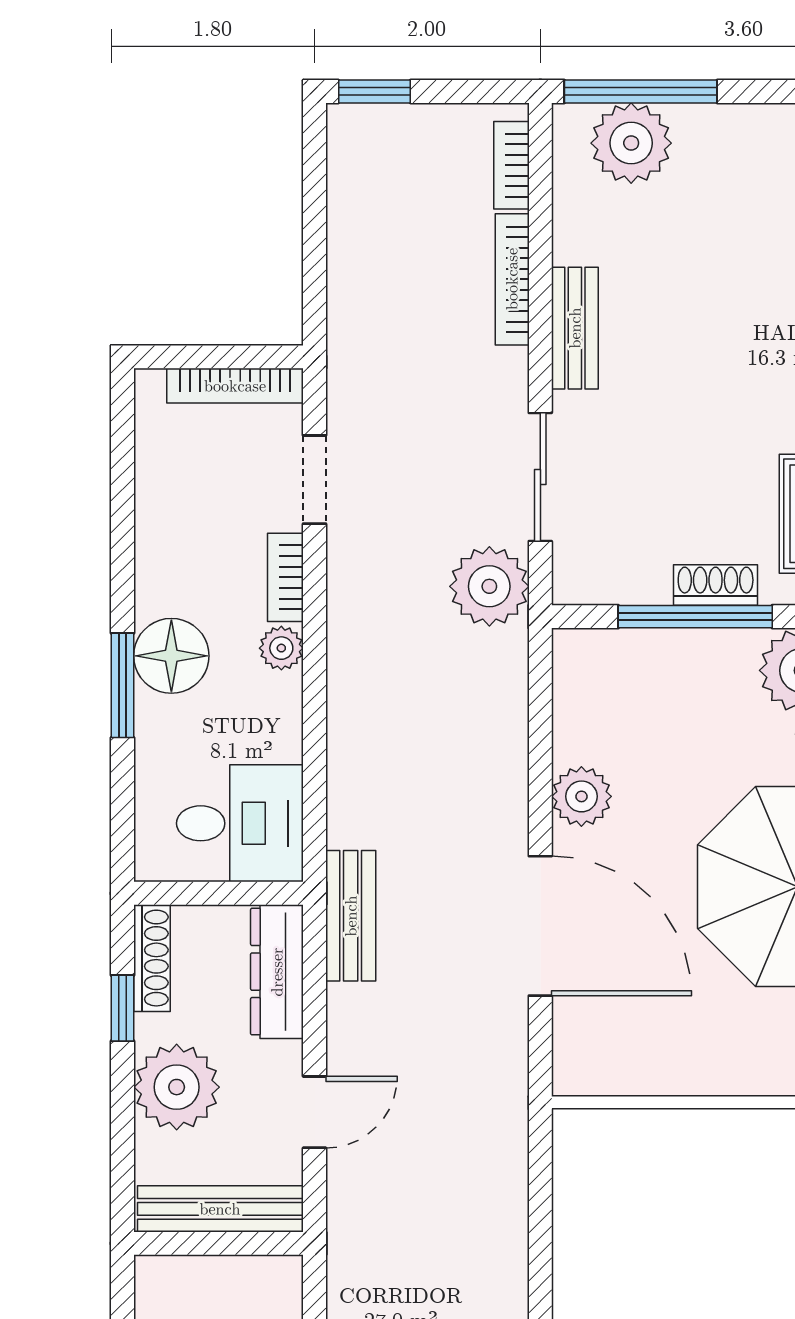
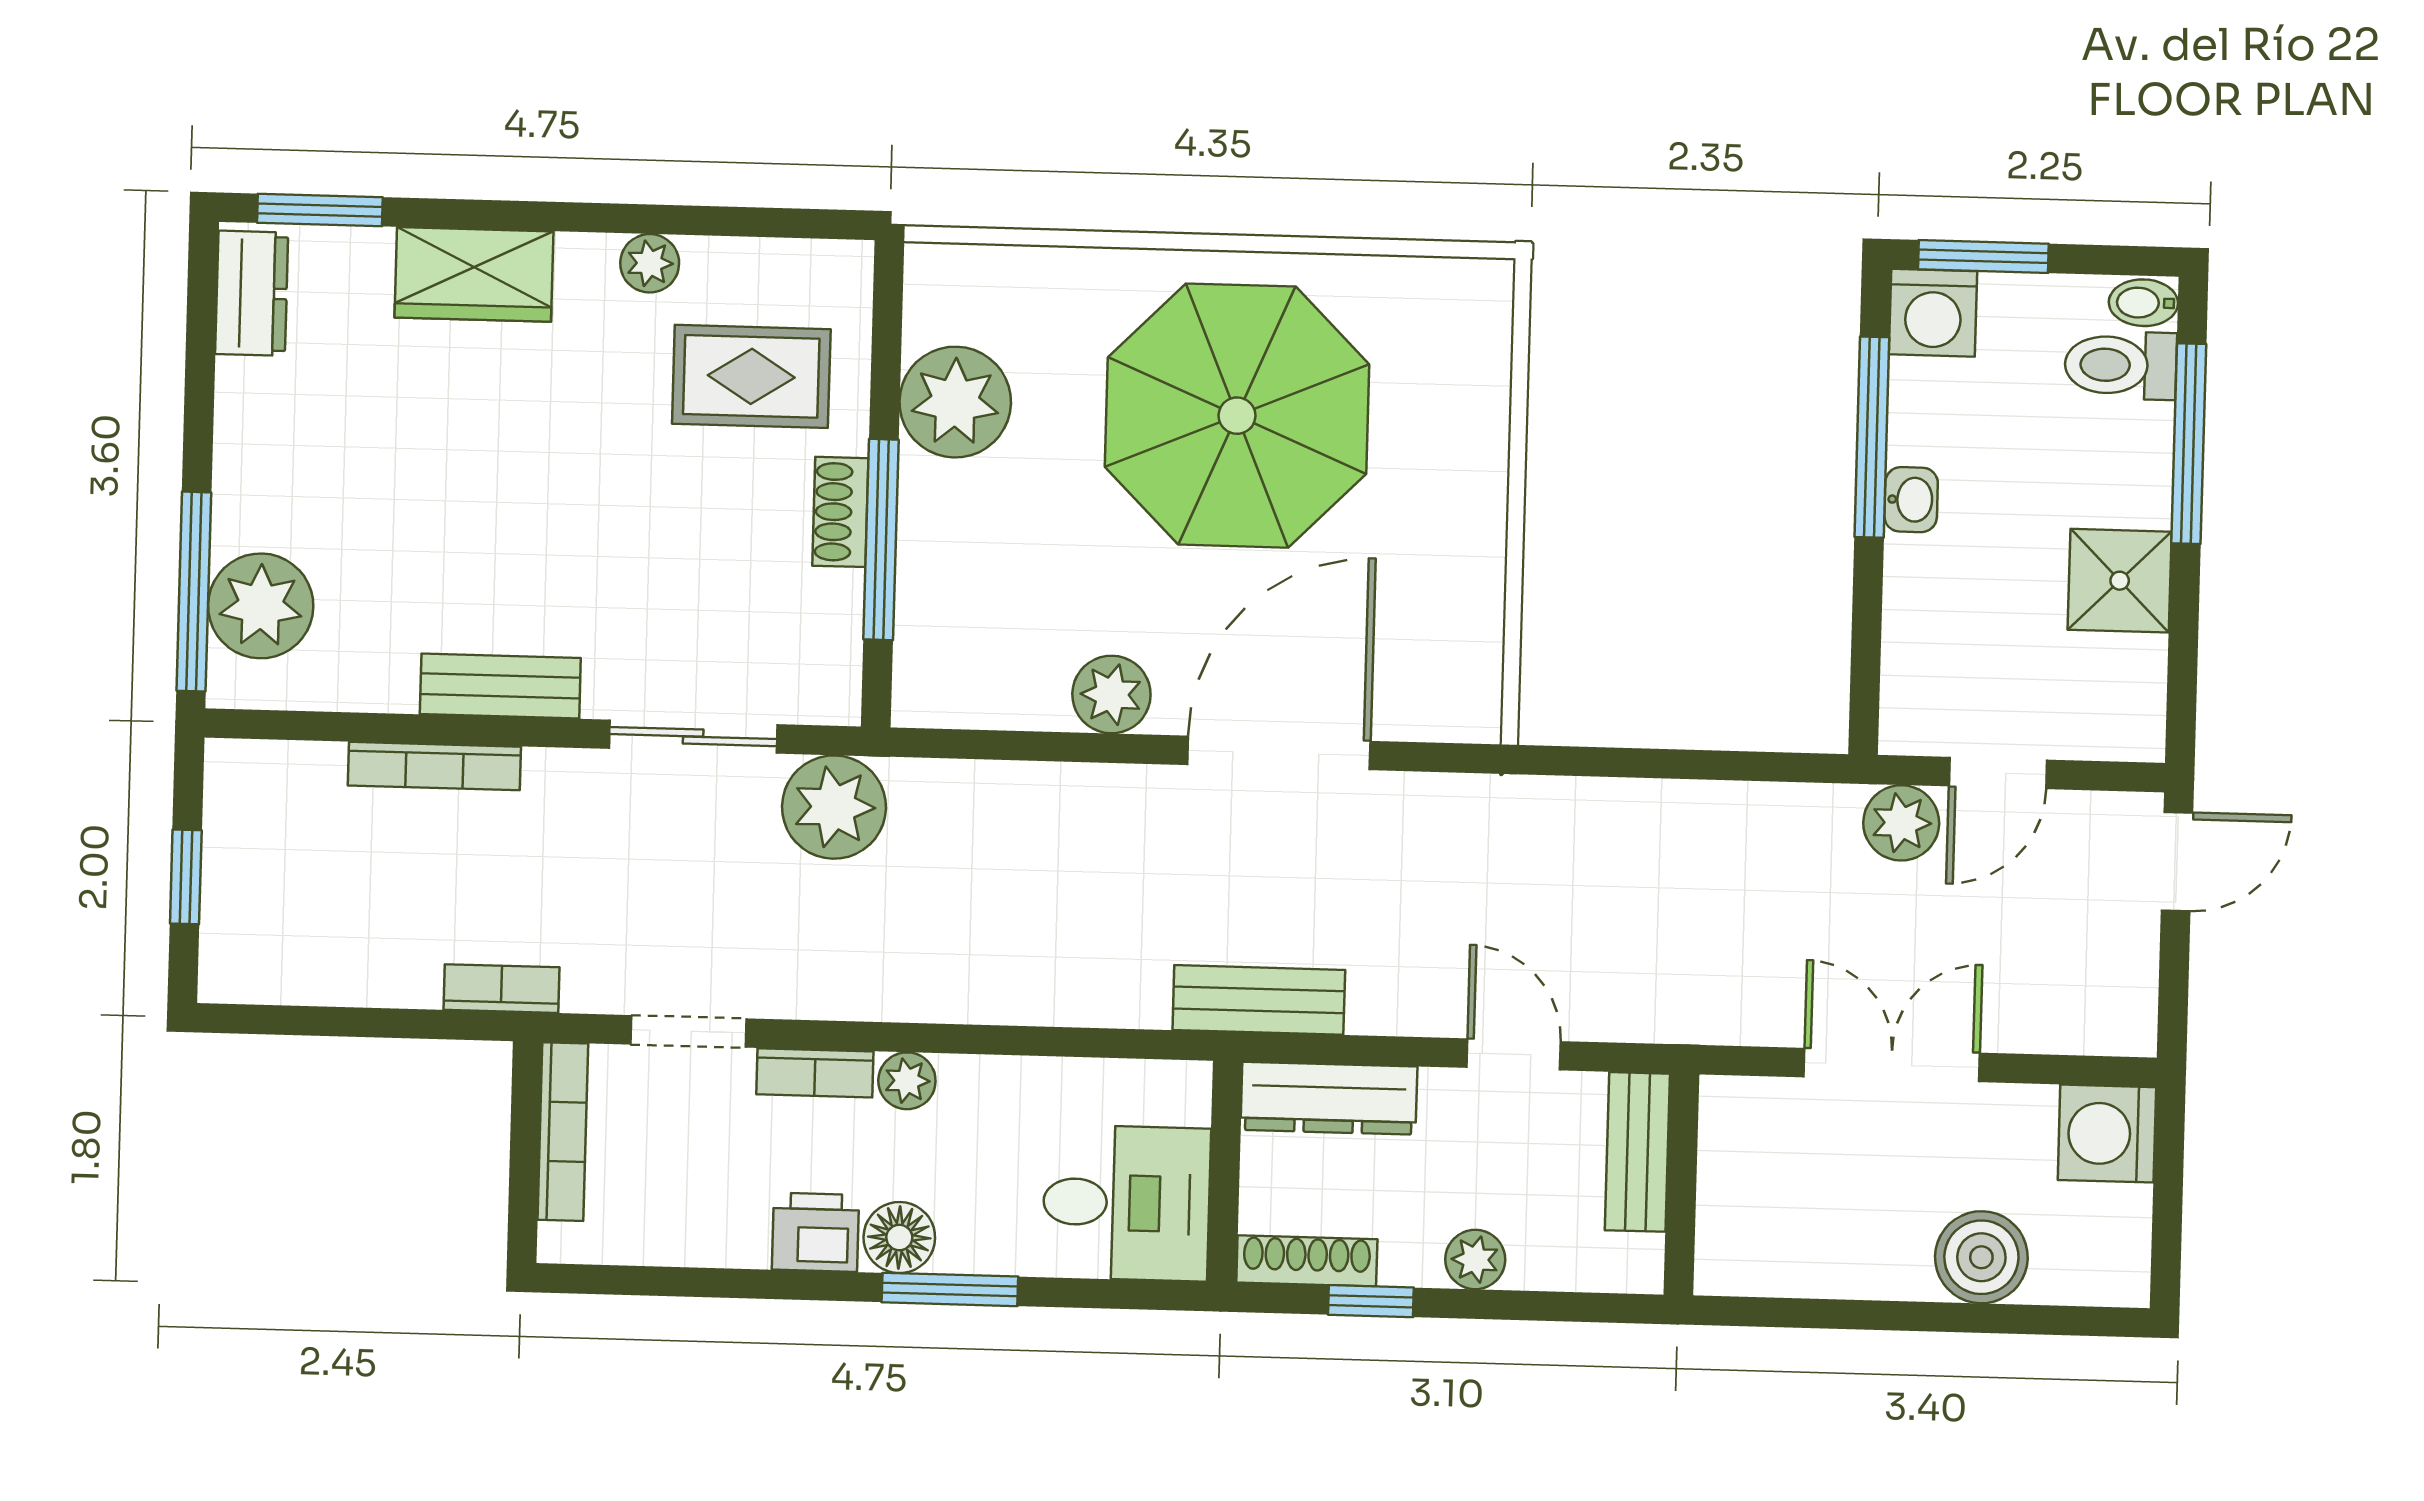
window: (374, 91) -> (186, 877), moved
bookcase: (511, 165) -> (502, 989), moved, turned 180
printer: (163, 581) -> (815, 1232), added
floor lamp: (171, 656) -> (899, 1238), width x0.73, depth x0.73
desk: (240, 823) -> (1126, 1203), moved, turned 90
plant: (177, 1087) -> (1475, 1259), width x0.53, depth x0.53
bench: (220, 1209) -> (1637, 1152), width x0.73

